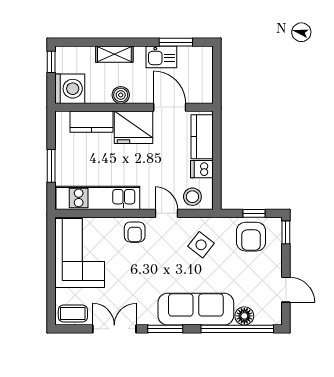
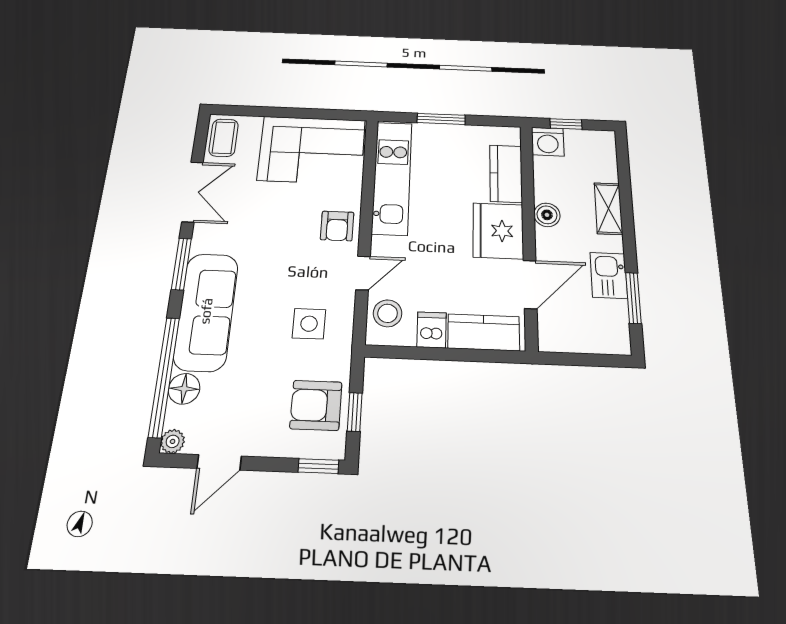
window: (51, 62) -> (566, 124), moved
washing machine: (70, 89) -> (548, 142), width x0.73, depth x0.73
armchair: (135, 232) -> (337, 226), turned -90
side table: (201, 245) -> (309, 324), turned -38
plant: (275, 318) -> (173, 441), added

